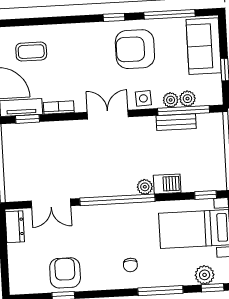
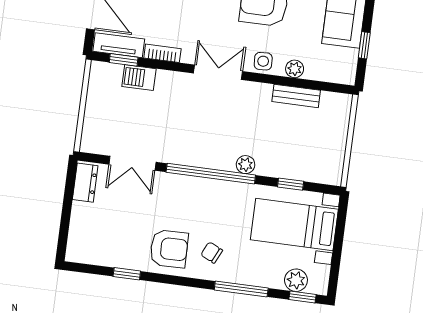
plant: (187, 99) -> (315, 71), removed
window: (184, 110) -> (307, 84), removed
barbecue: (167, 184) -> (139, 78), moved, turned 180
window: (206, 195) -> (291, 184), moved
chair: (130, 265) -> (212, 253), turned 115
armchair: (65, 273) -> (169, 249), moved, turned 89

